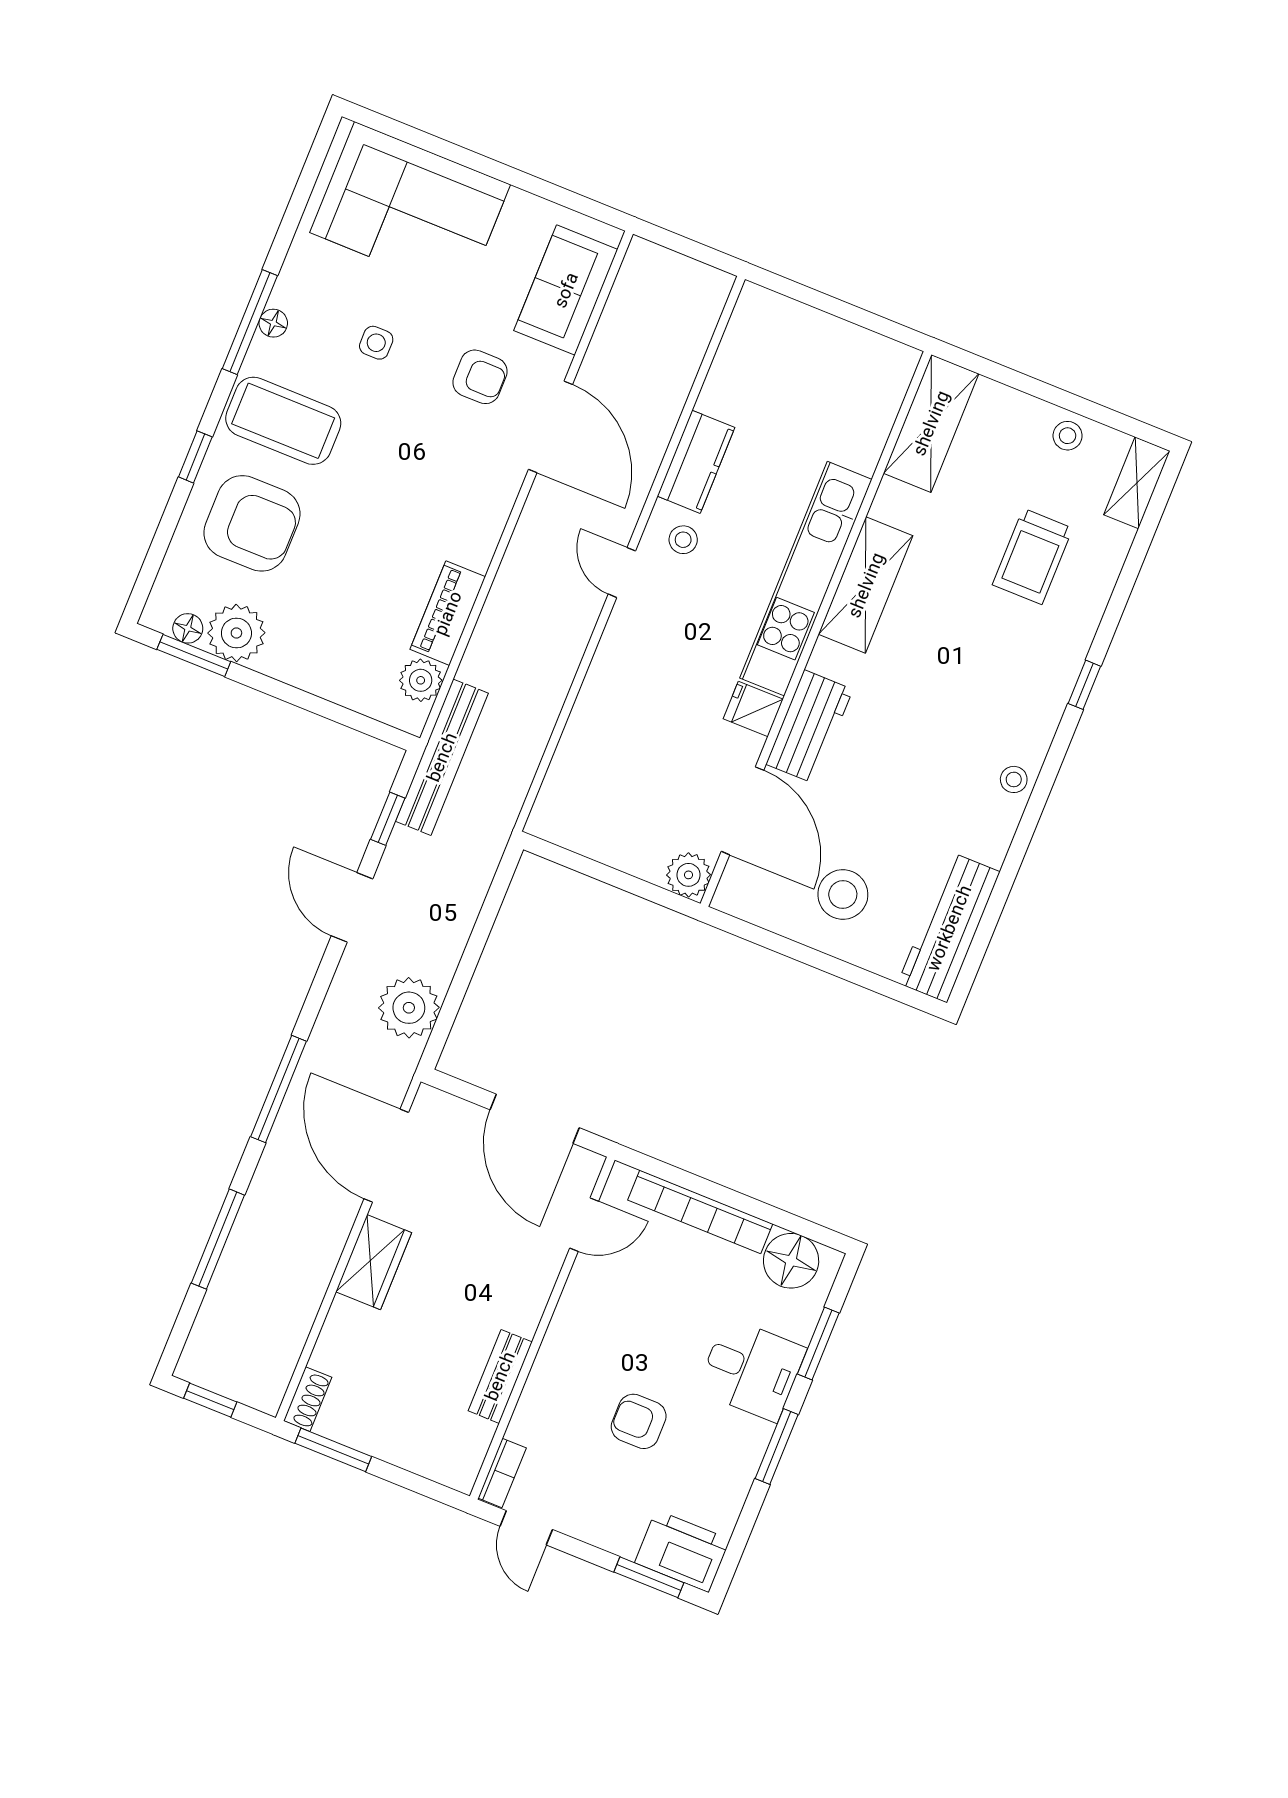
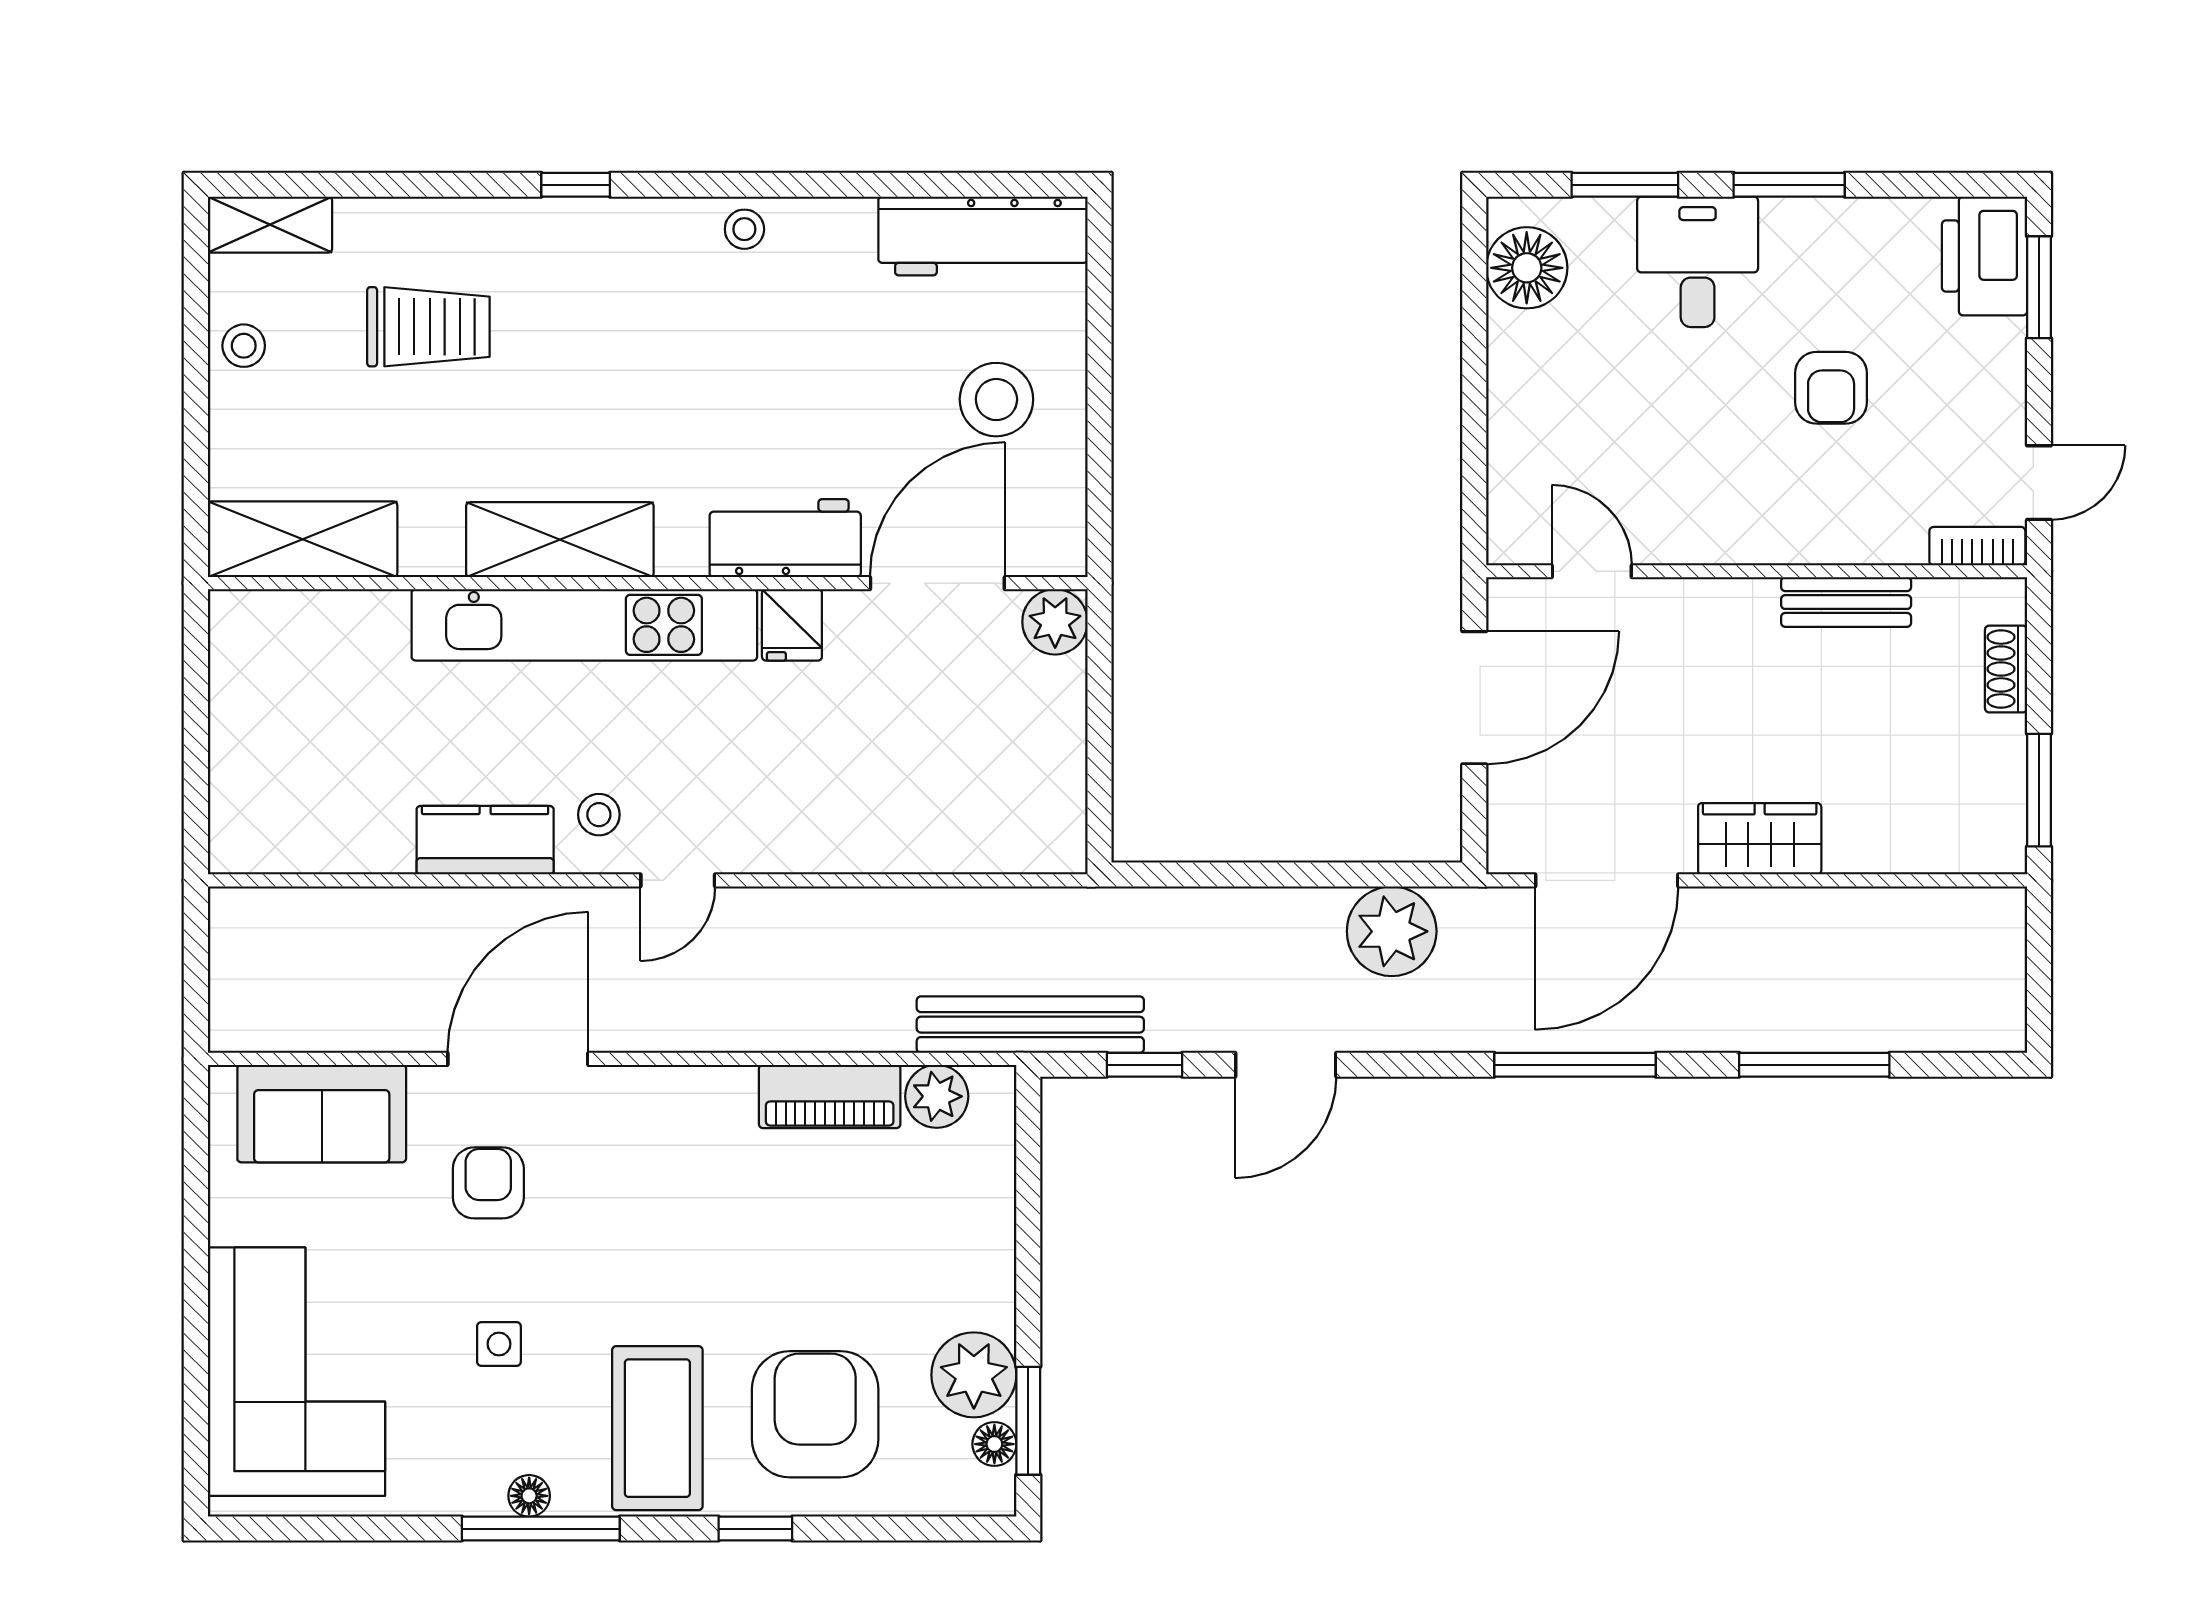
bookcase: (700, 1212) -> (1510, 419), removed
shoe rack: (308, 1399) -> (2006, 669), moved, turned -90
window: (210, 1400) -> (2039, 986), removed

